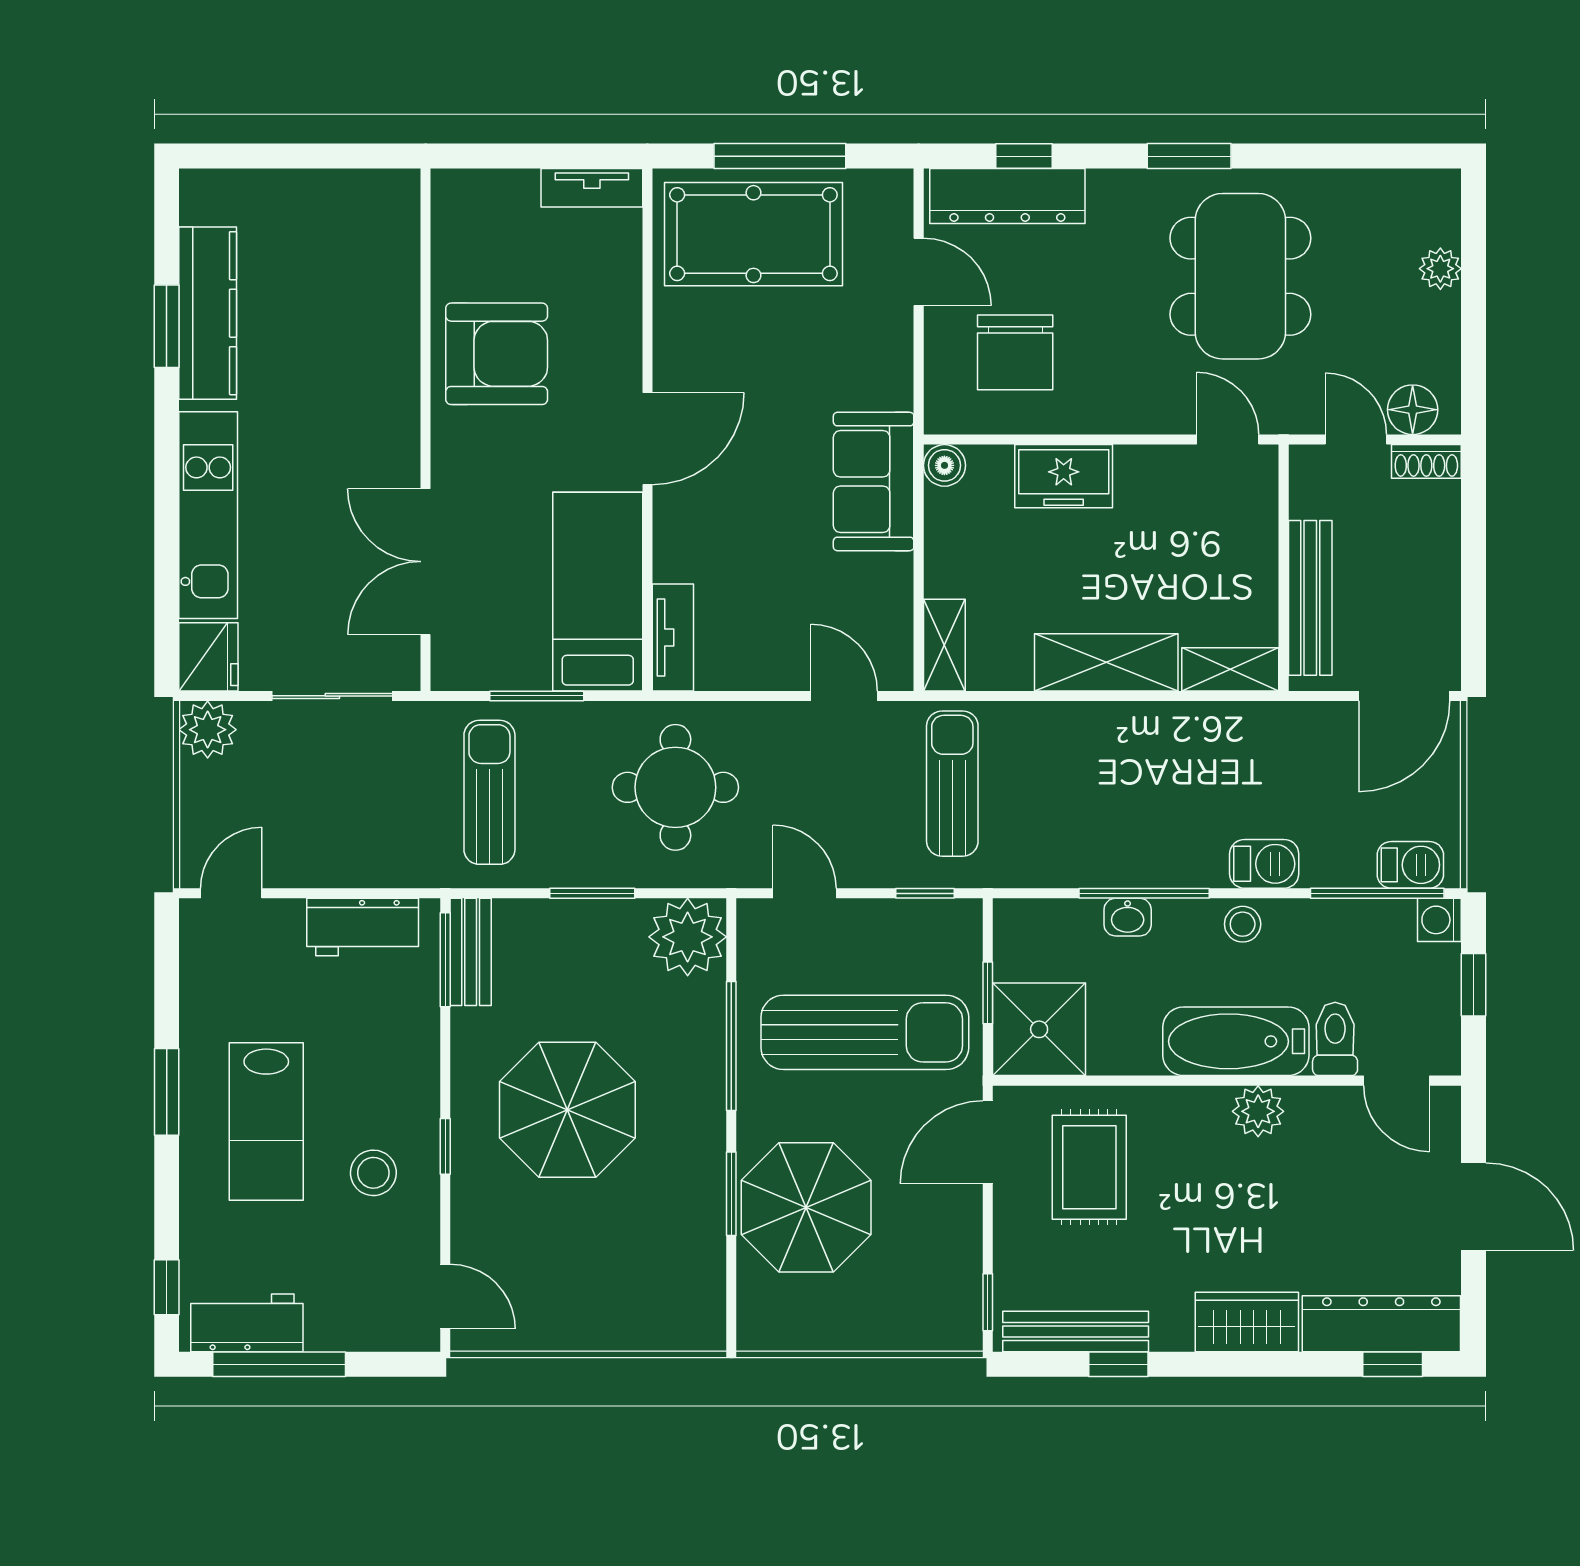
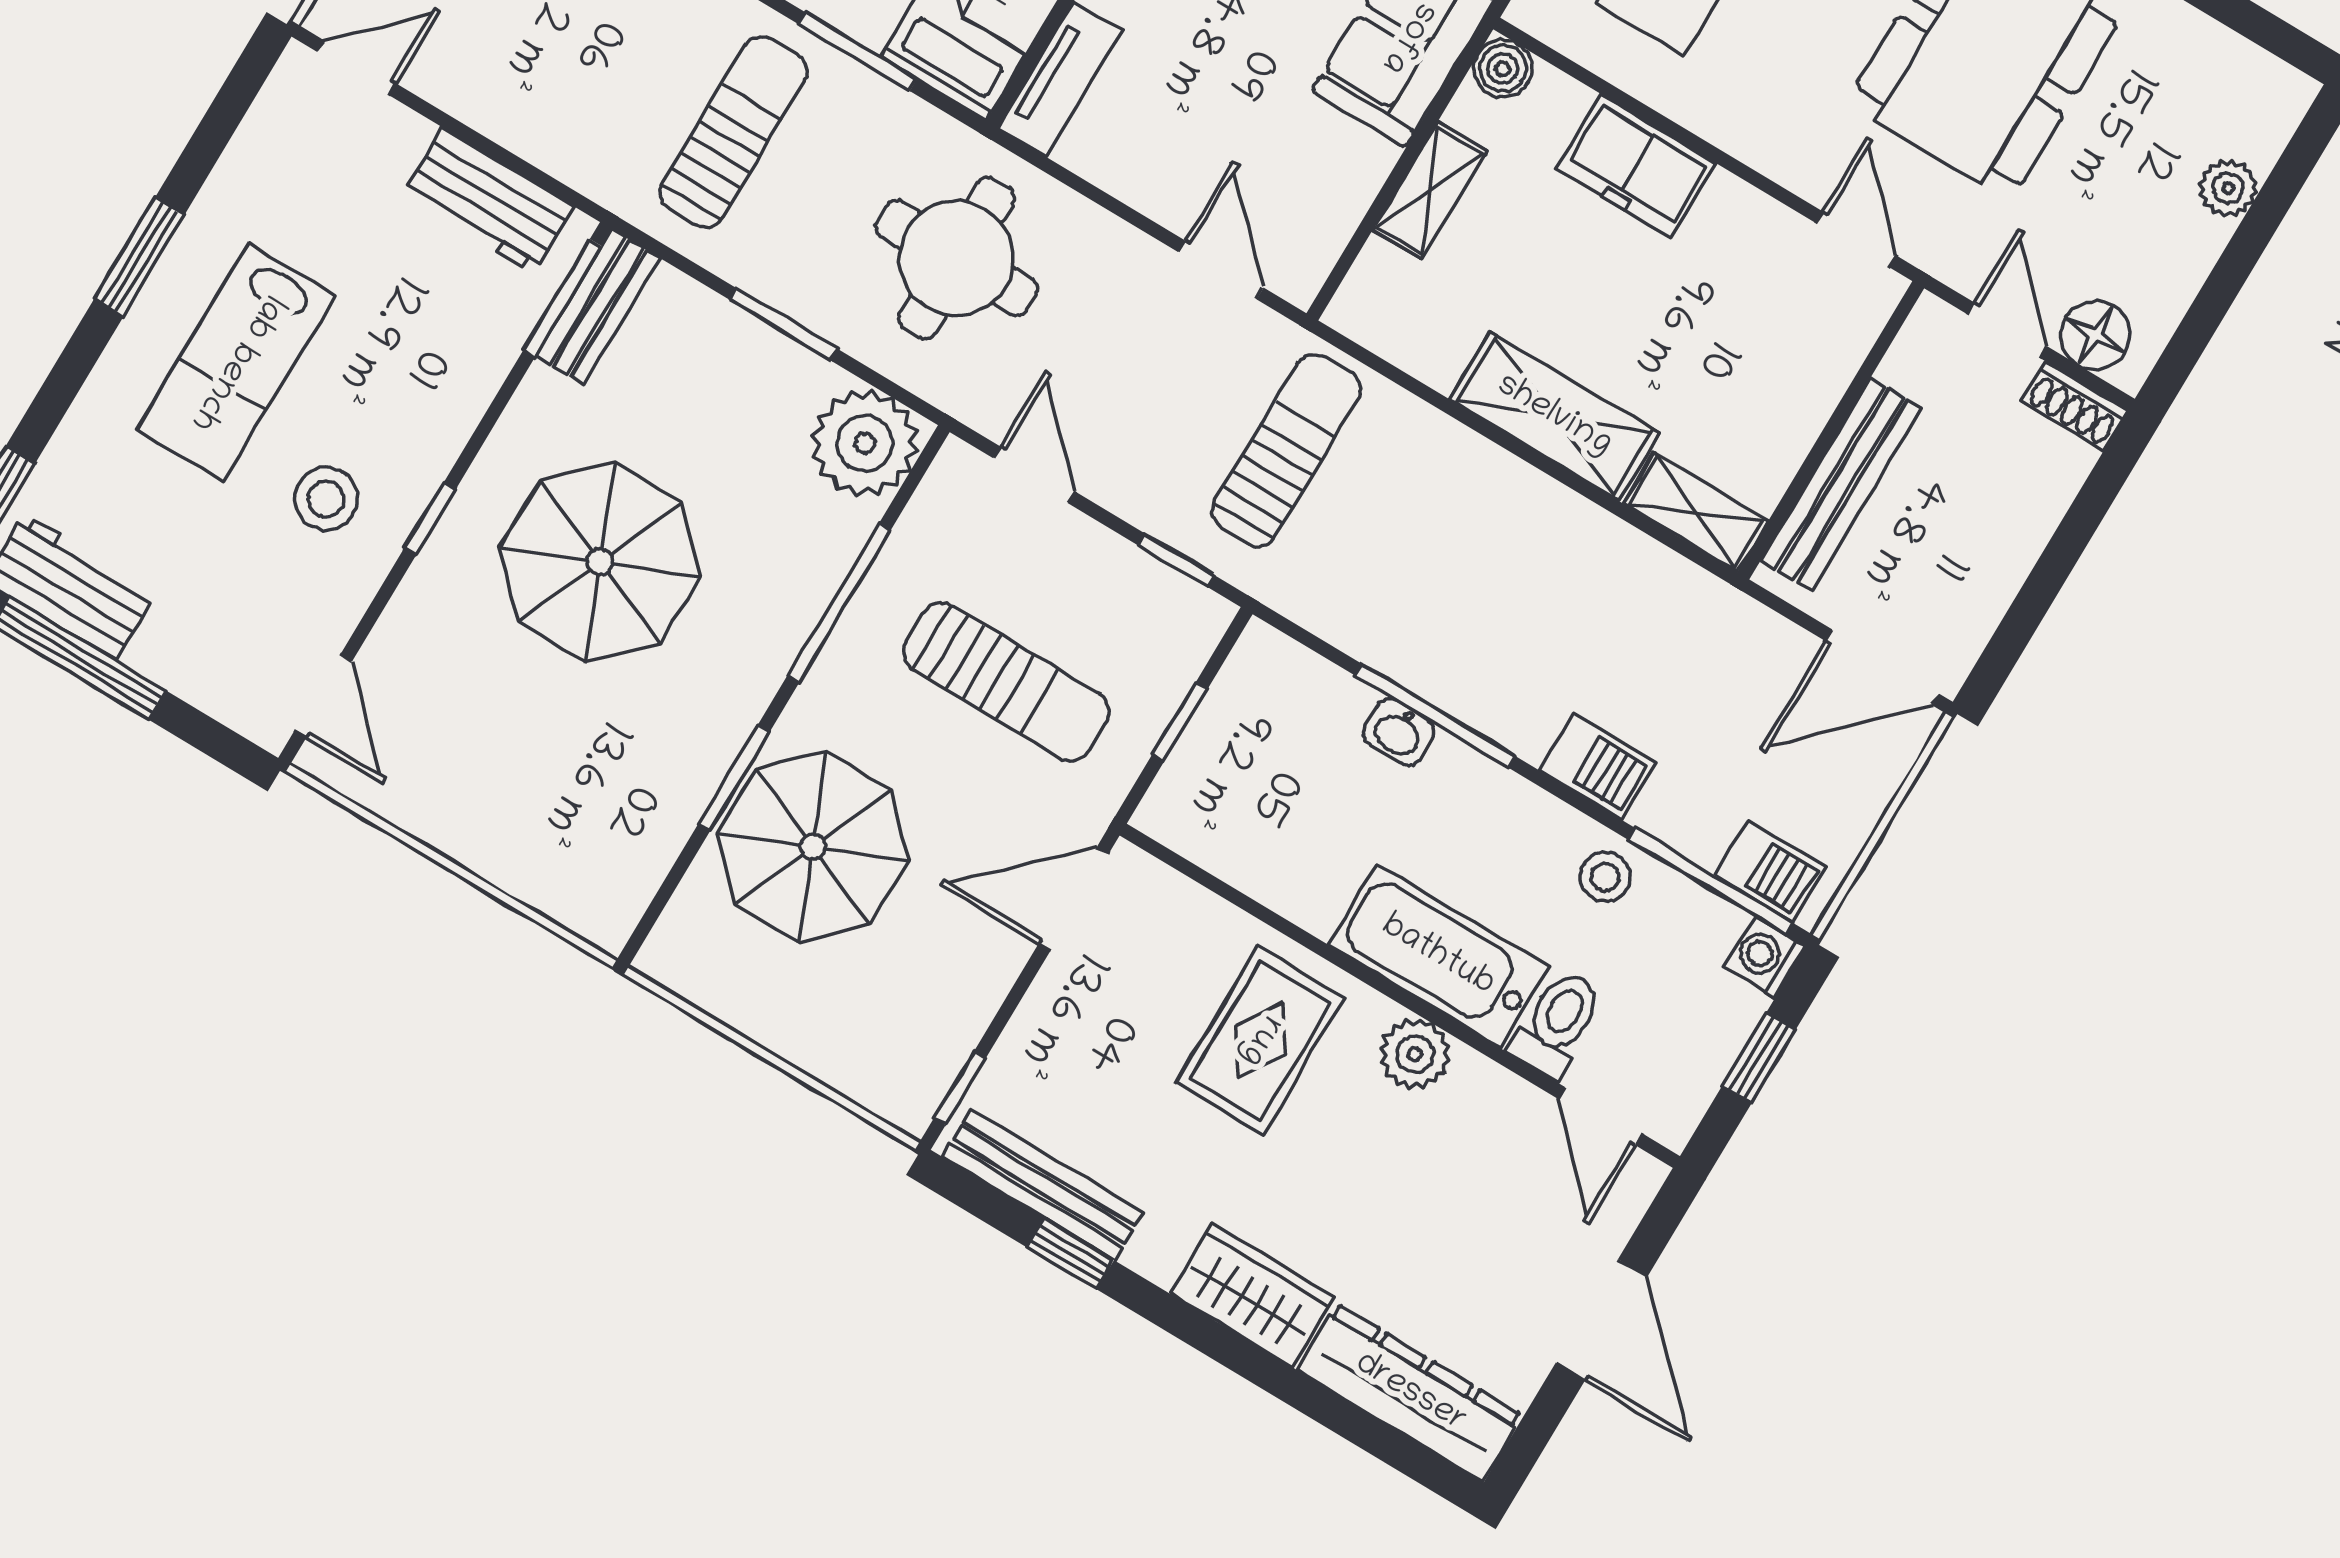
shelving: (944, 645) -> (1429, 190), moved
stool: (1243, 924) -> (1605, 877), moved
shower: (1039, 1029) -> (1214, 802), removed
sun lounger: (865, 1032) -> (1006, 682), width x0.73, depth x0.75
rug: (1089, 1167) -> (1260, 1040), moved
window: (1393, 1364) -> (1394, 1448), removed

